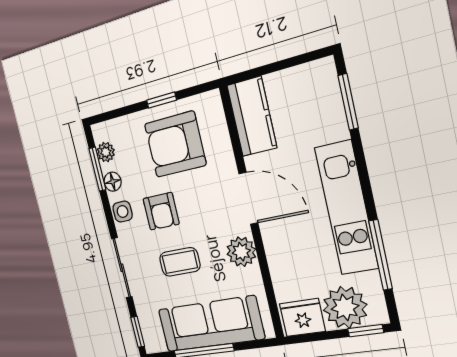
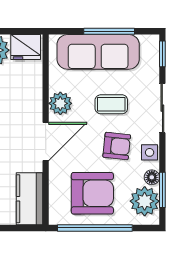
window: (162, 100) -> (95, 228), width x3.17
plant: (106, 152) -> (145, 201), width x1.88, depth x1.88
door: (248, 198) -> (46, 142), swing flipped
armchair: (161, 211) -> (117, 146), turned 96

